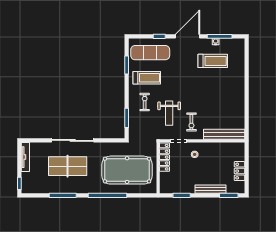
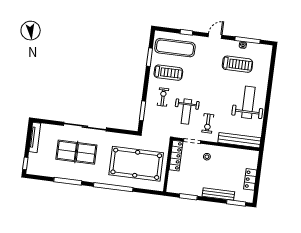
door: (188, 36) -> (215, 36), width x0.53
weight bench: (228, 97) -> (248, 102), added

